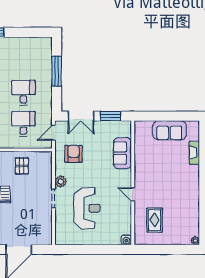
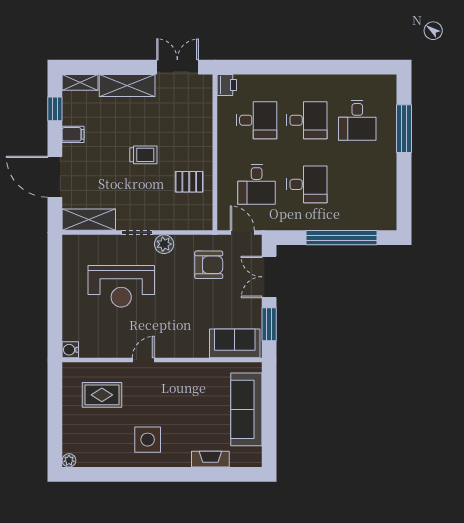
window: (57, 71) -> (342, 238), width x1.46
desk: (23, 124) -> (257, 184), turned 90
sofa: (169, 130) -> (246, 409), width x1.36
sofa: (122, 153) -> (235, 343), moved
side table: (182, 192) -> (148, 440), added
shelving: (45, 228) -> (89, 220), added

